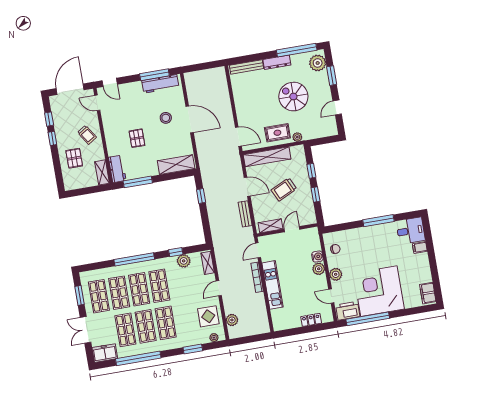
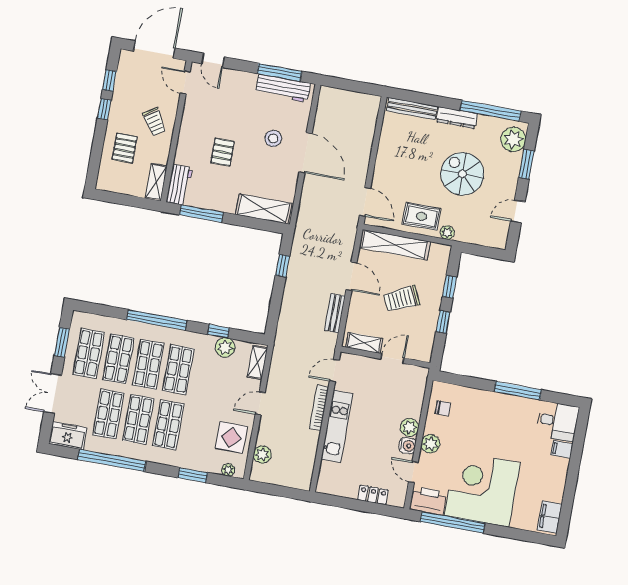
water cooler: (317, 257) -> (407, 446), moved

